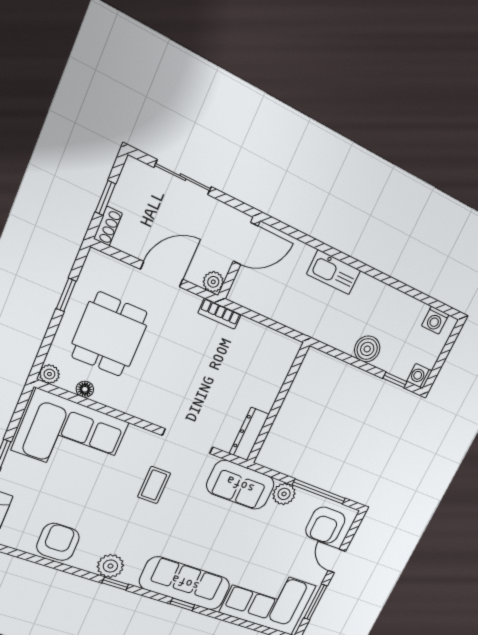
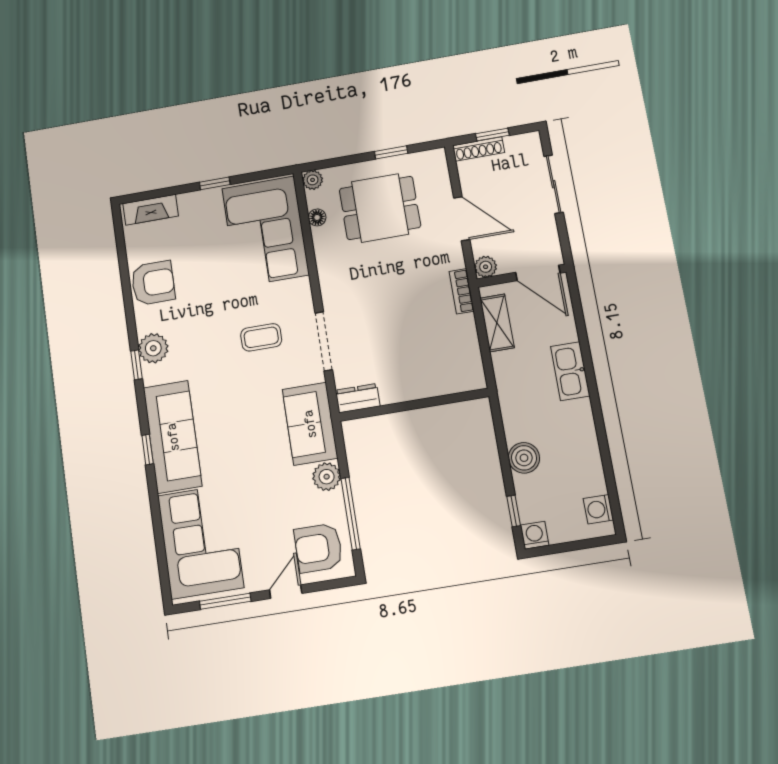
shoe rack: (108, 226) -> (479, 149), width x1.43
shelving: (262, 303) -> (497, 323), added
dresser: (249, 434) -> (358, 398), width x0.70

